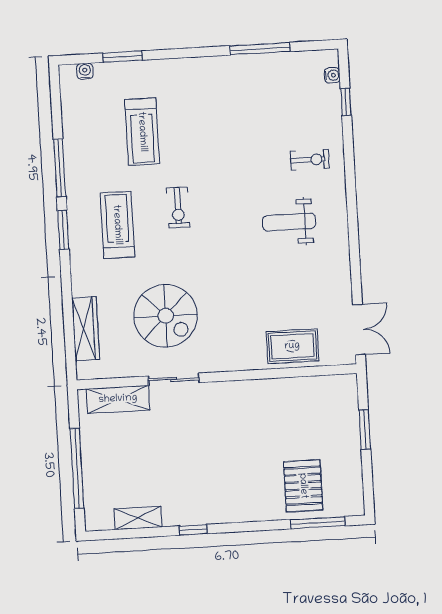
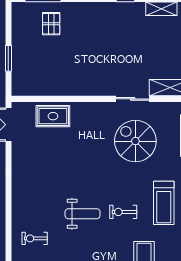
exercise bike: (178, 208) -> (123, 212), turned -90
weight bench: (289, 222) -> (83, 214), moved
pallet: (303, 486) -> (51, 24), width x0.67, depth x0.71

